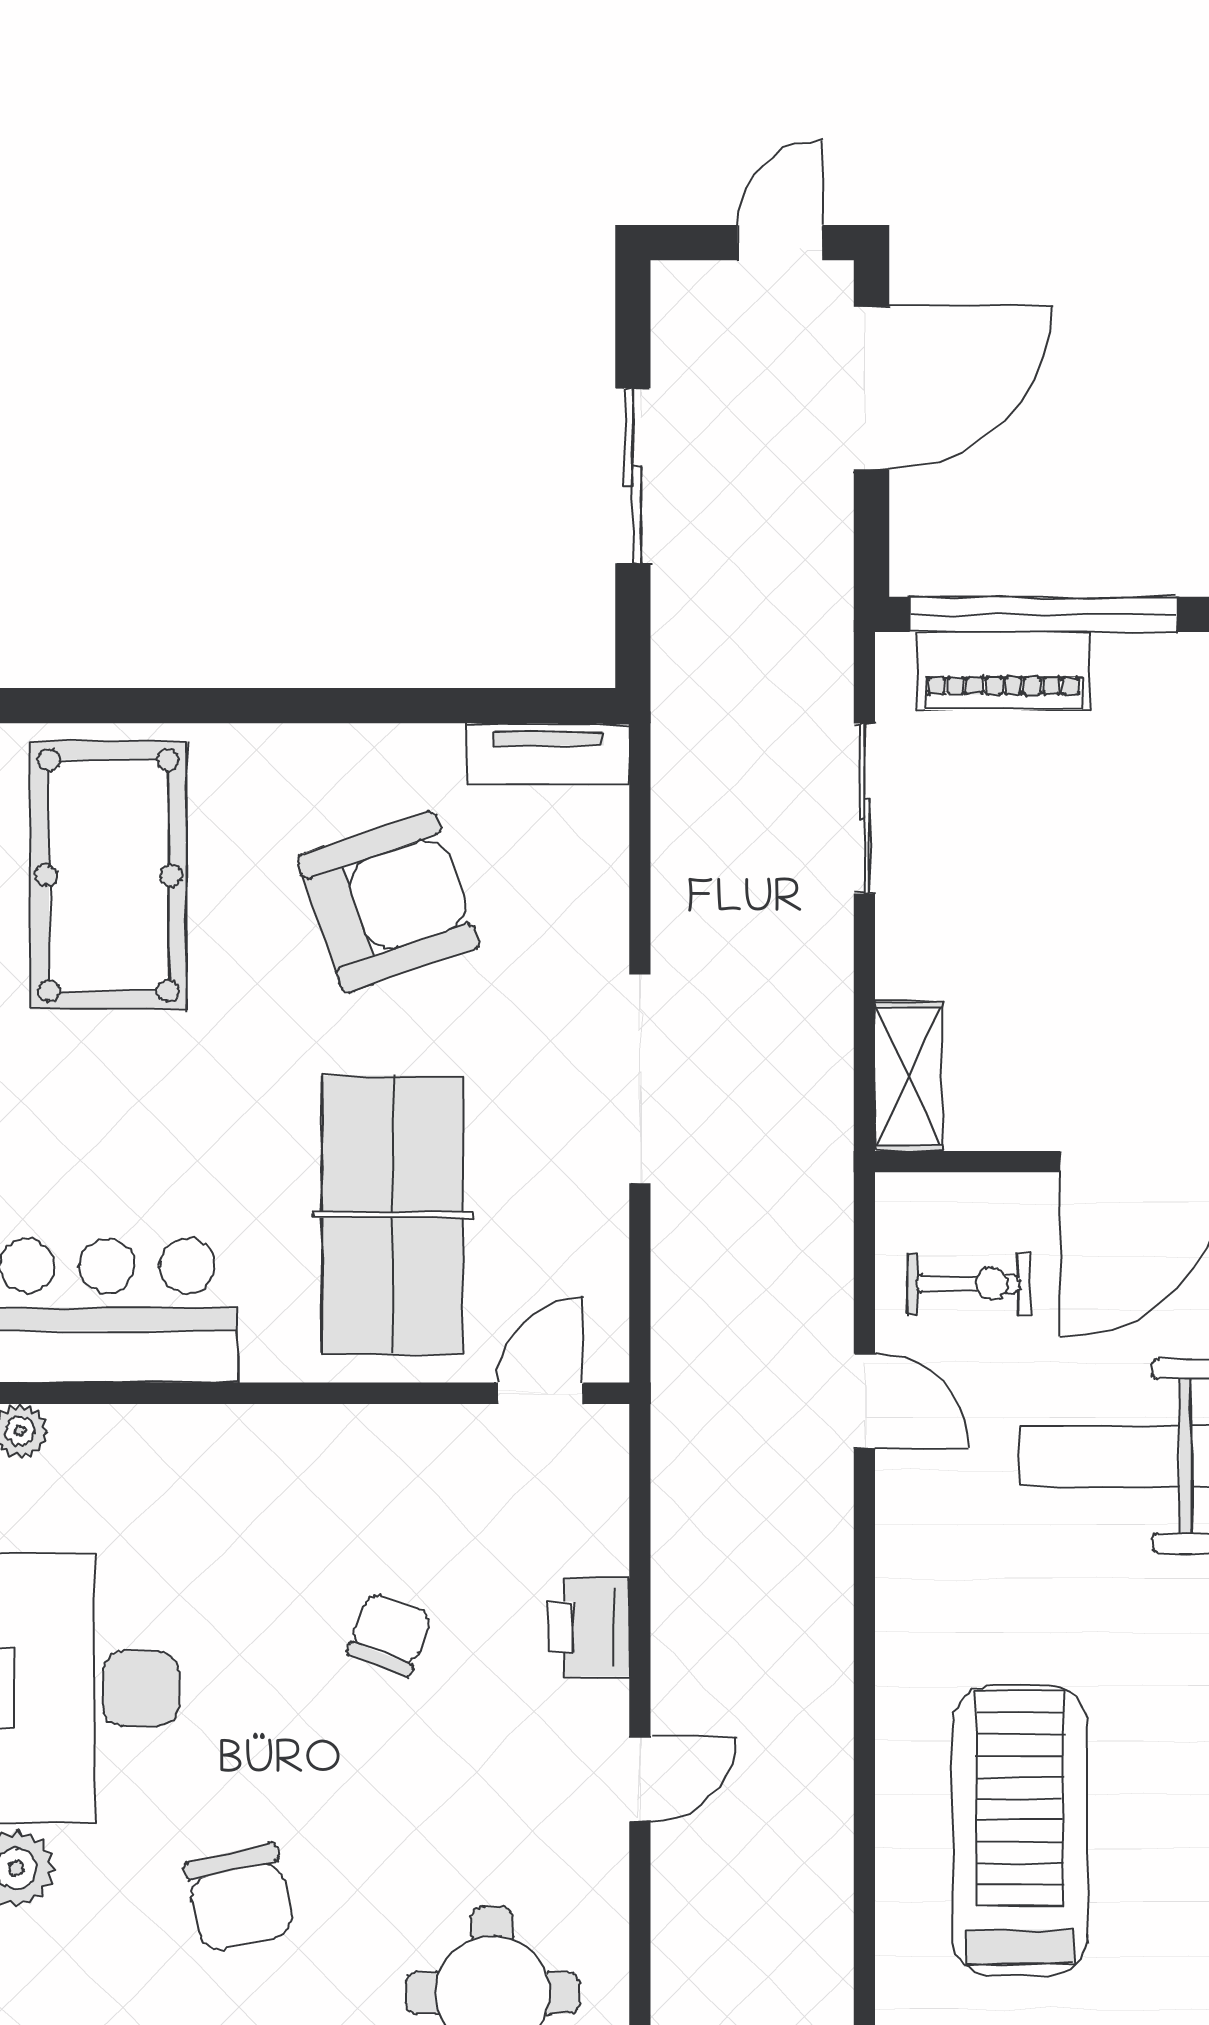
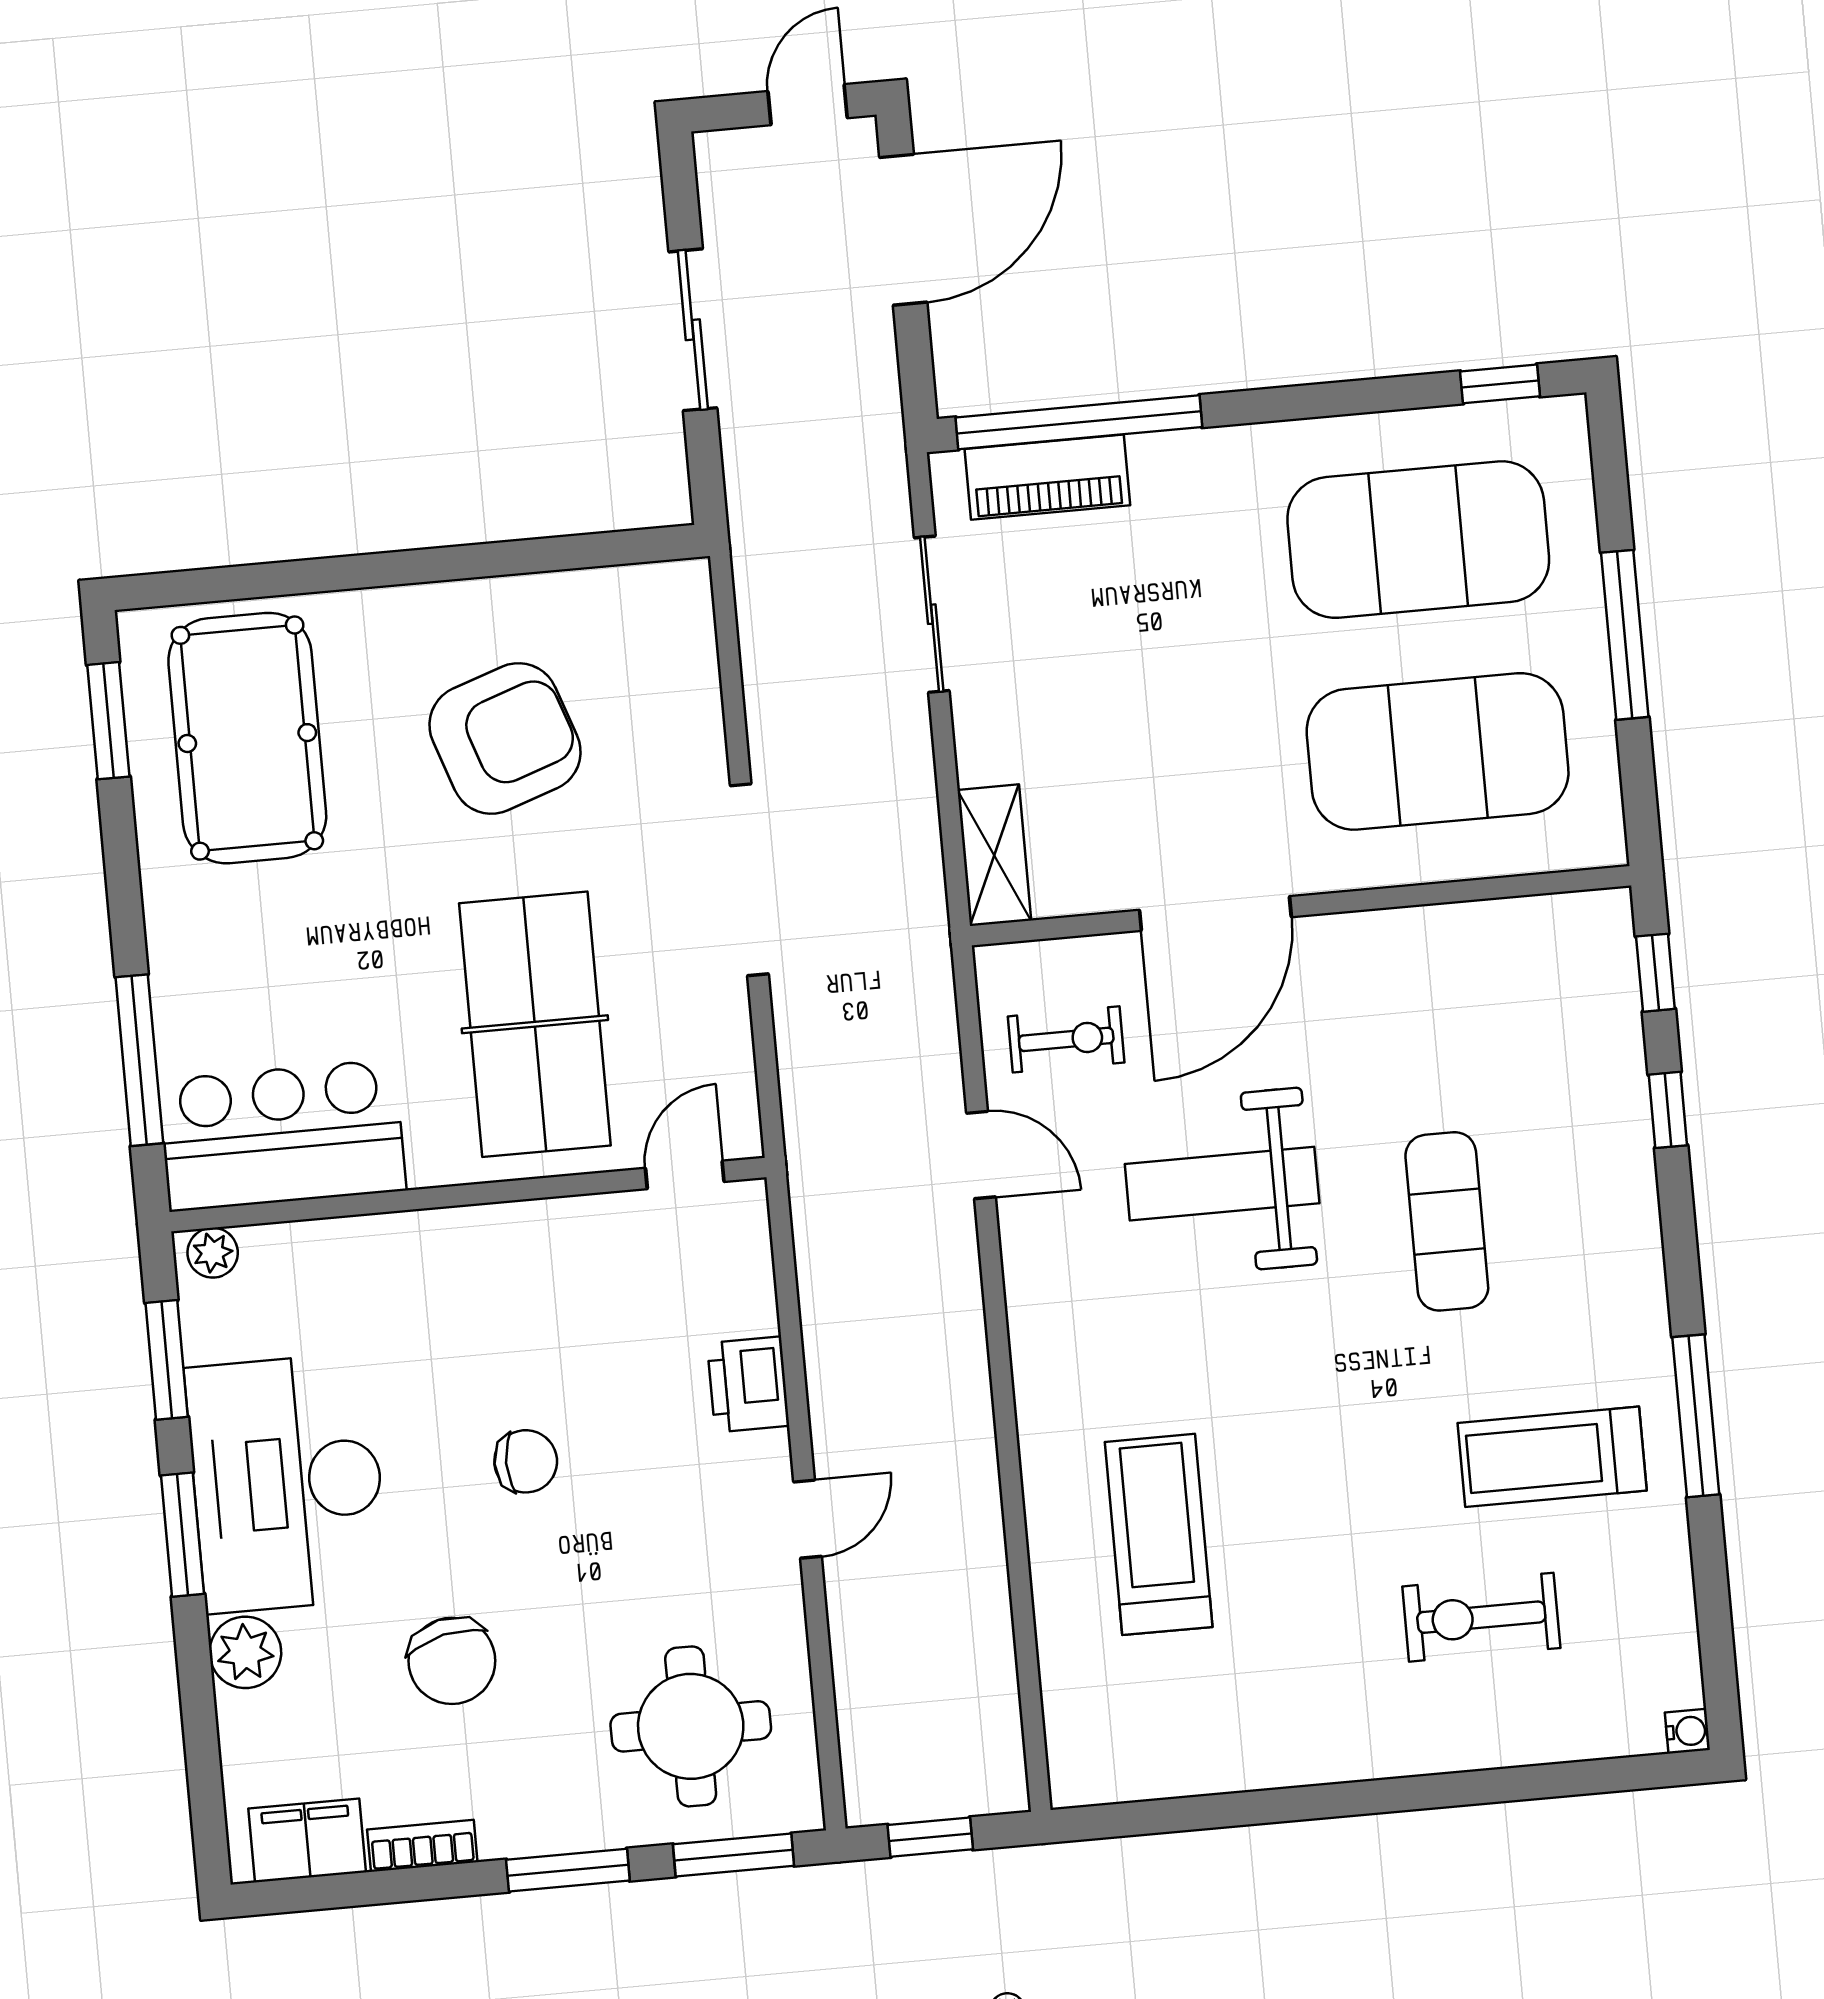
tv unit: (548, 754) -> (639, 591), removed
chair: (390, 1634) -> (526, 1461), moved, turned 69
treadmill: (1020, 1831) -> (1159, 1534), width x0.73, depth x0.73

